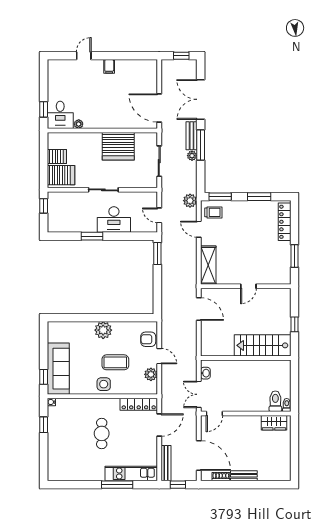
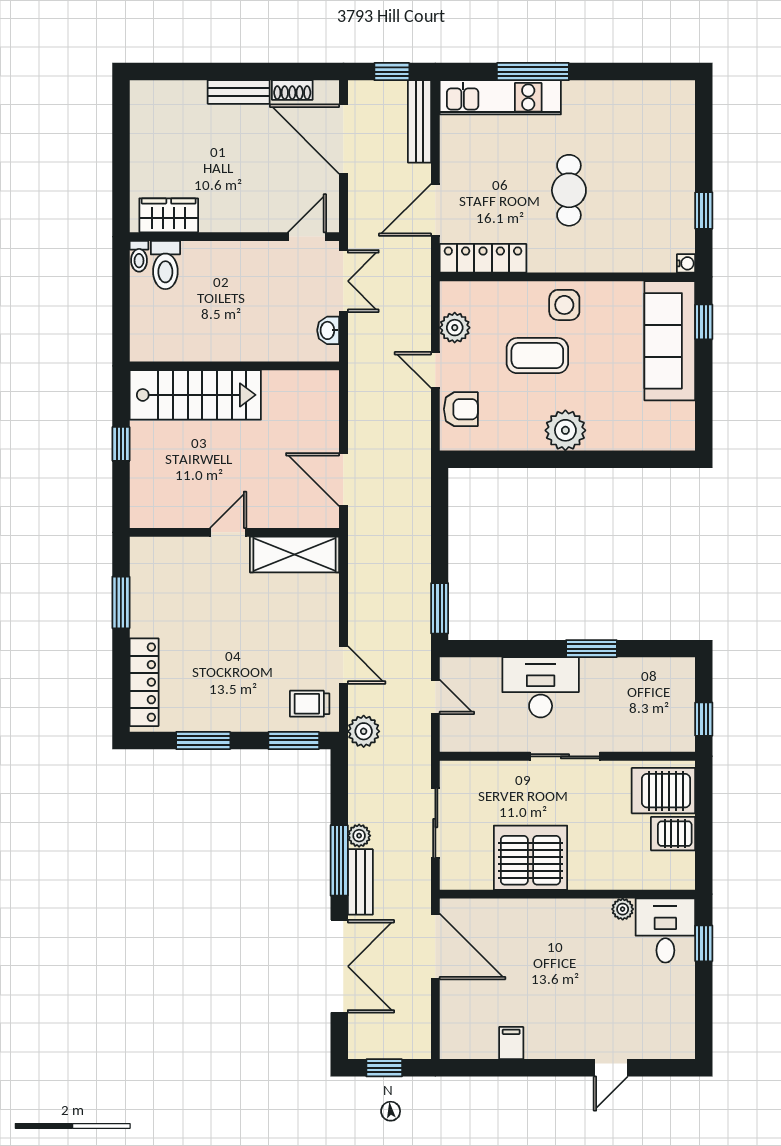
filing cabinet: (109, 66) -> (511, 1043), moved
shelving: (208, 265) -> (295, 555), moved, turned 90

